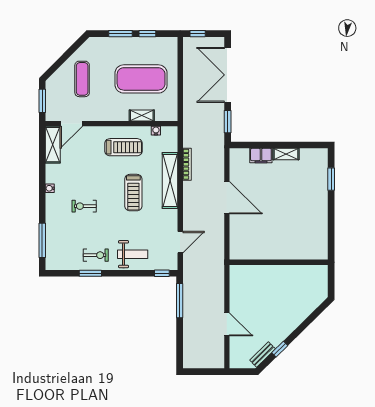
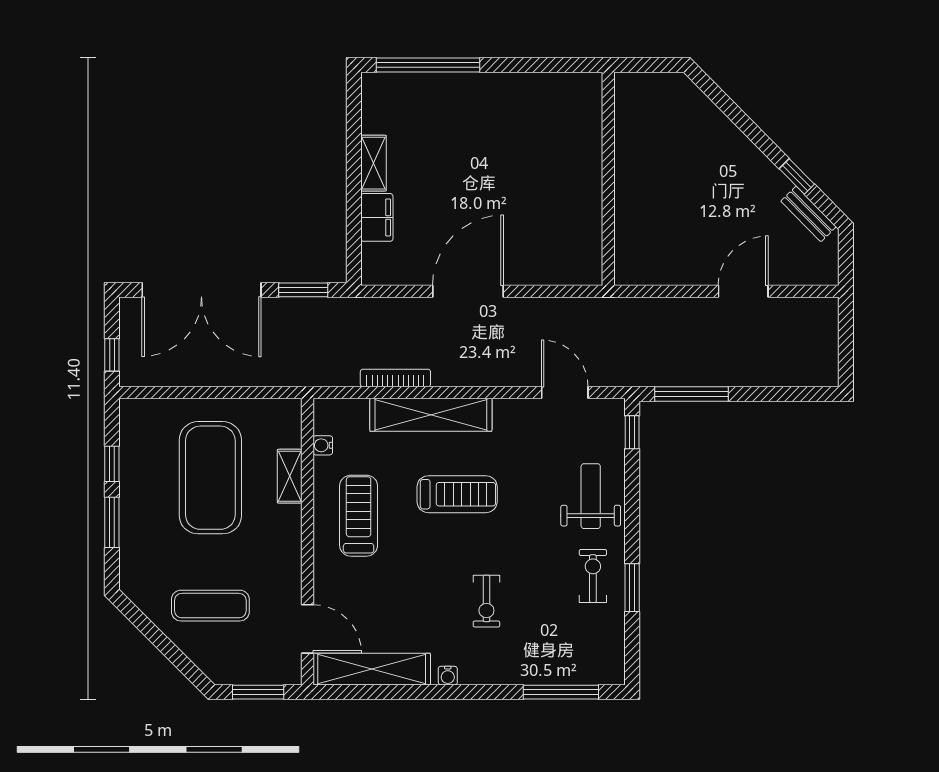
shelving: (53, 145) -> (372, 669), width x1.47
window: (331, 179) -> (428, 65), width x2.11

